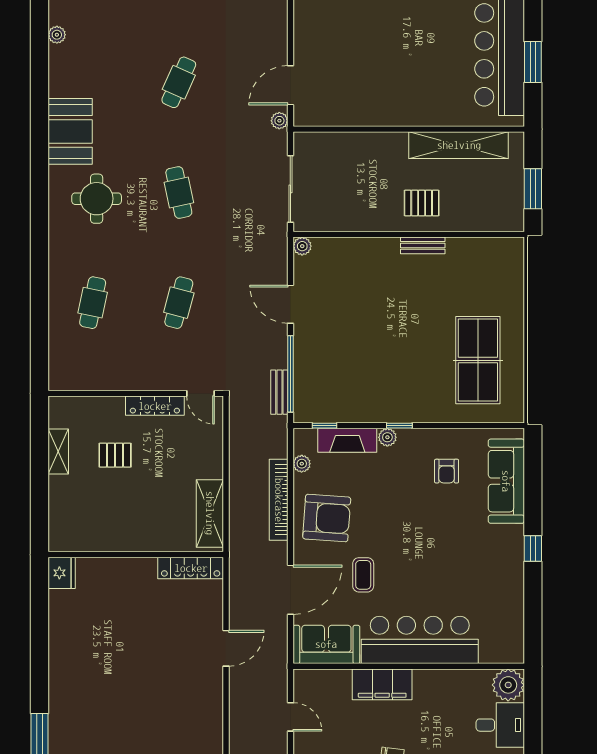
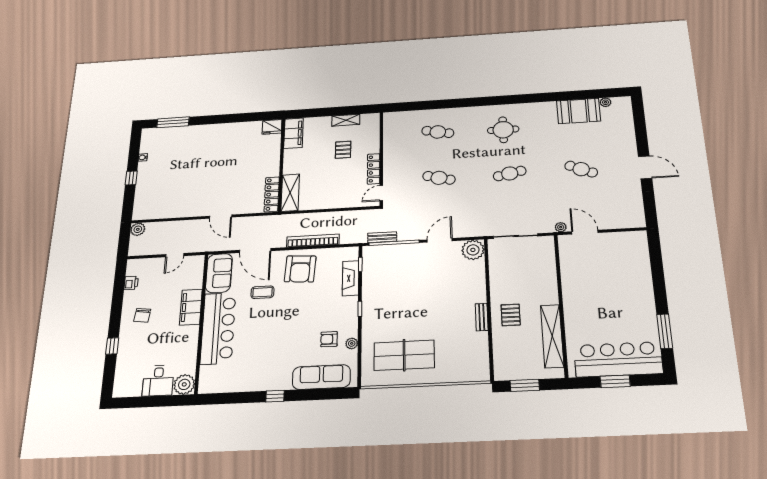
booth: (70, 131) -> (579, 111), moved
plant: (302, 246) -> (473, 250), width x1.88, depth x1.88
plant: (387, 437) -> (352, 343), moved
plant: (302, 464) -> (336, 253), removed
shelving: (210, 513) -> (290, 193), moved, turned 90
filing cabinet: (77, 537) -> (293, 133), added

